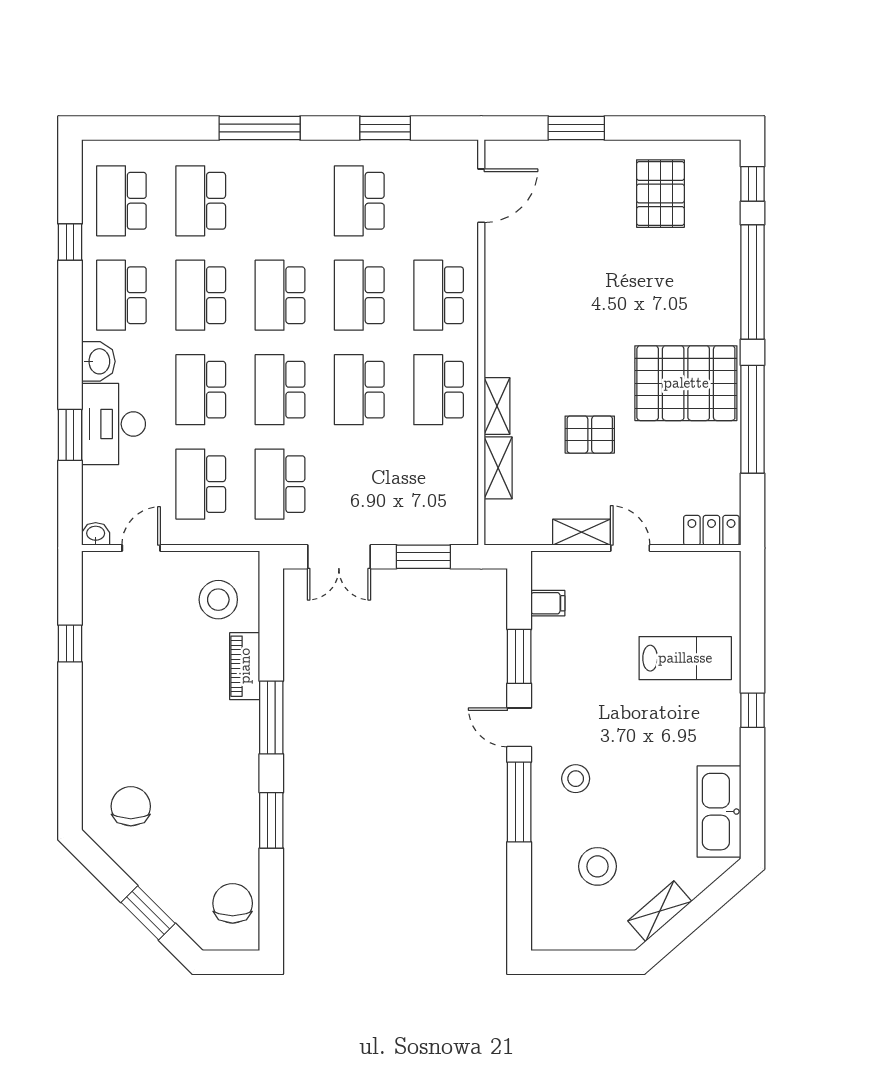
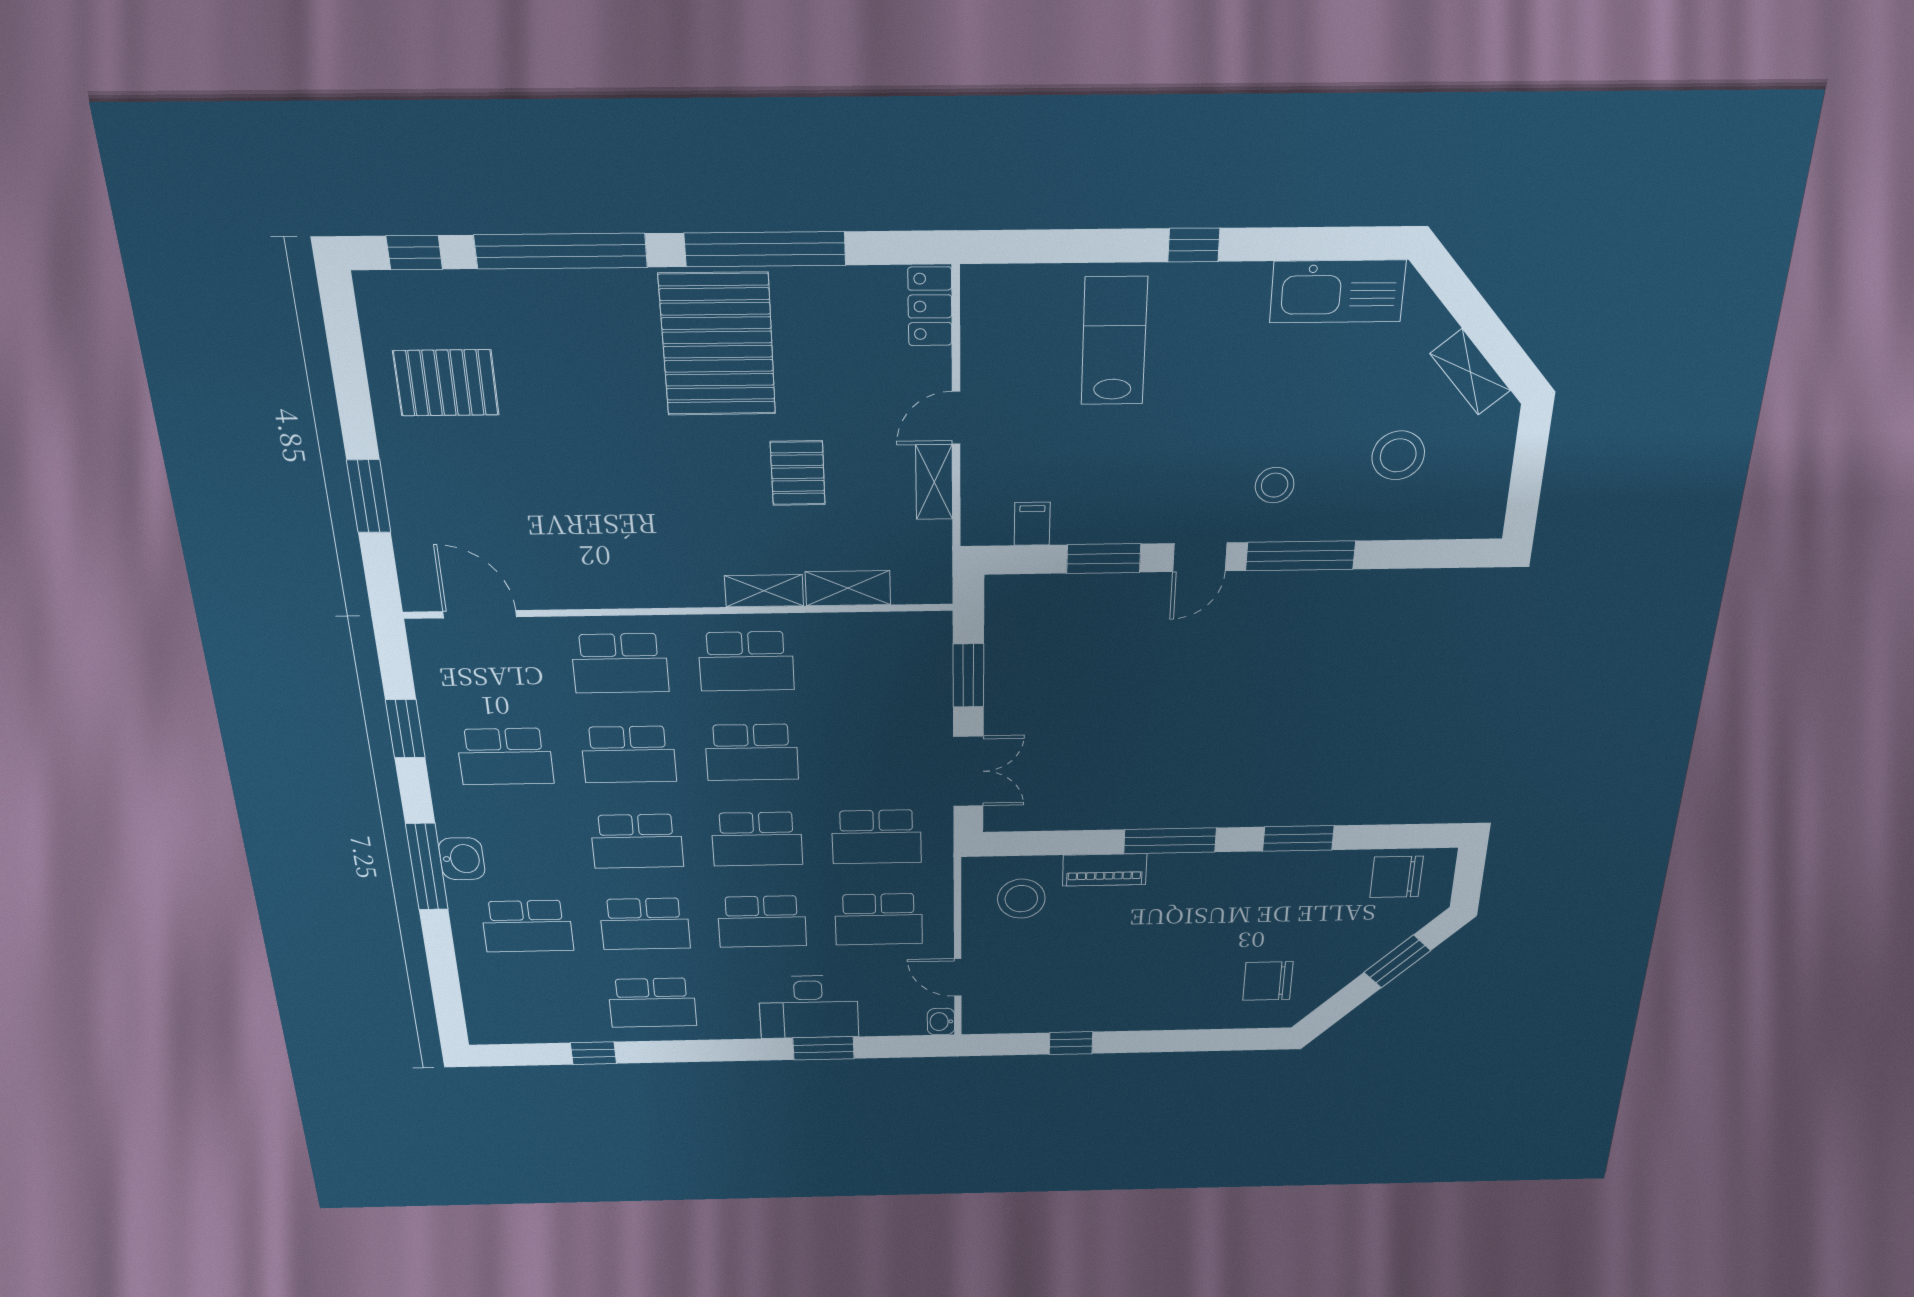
school desk: (121, 201) -> (538, 1005), removed
washbasin: (98, 361) -> (462, 859), moved, turned 90

